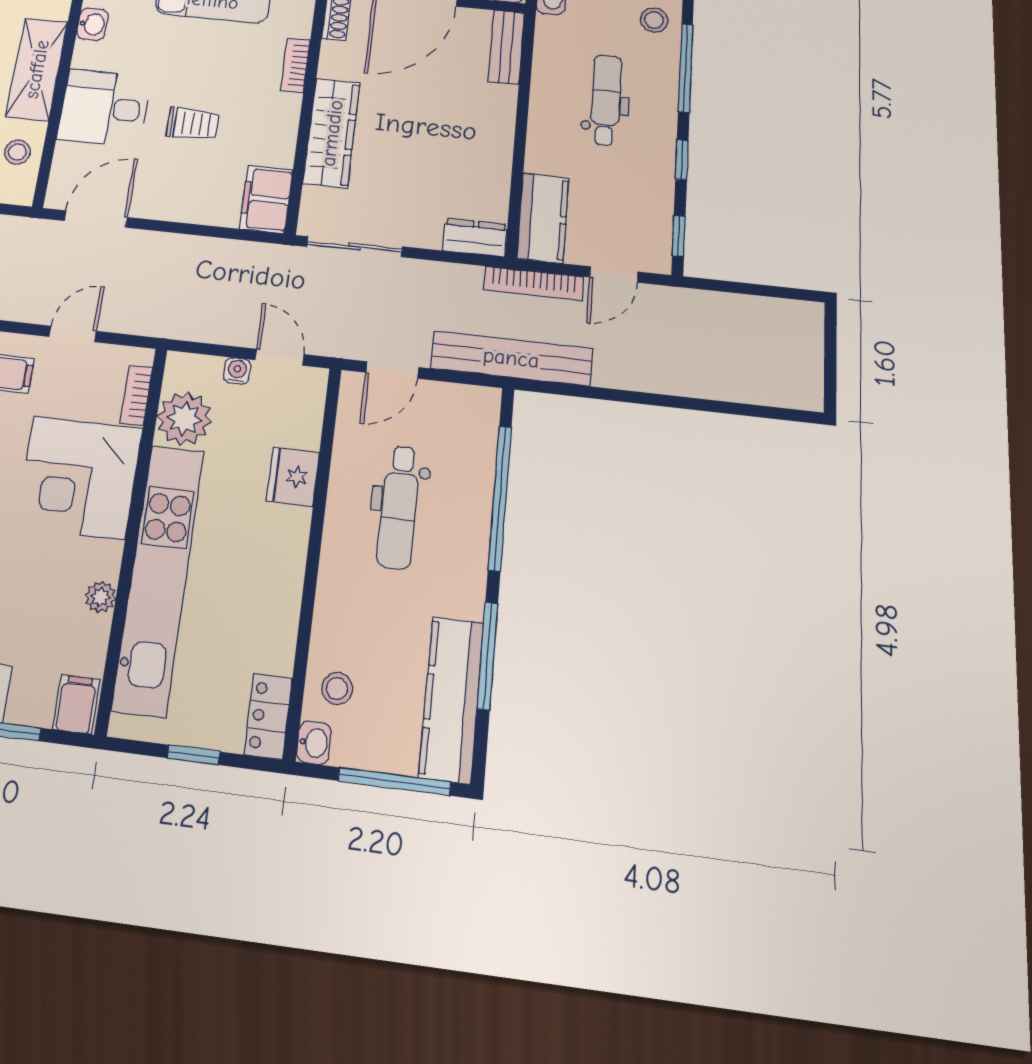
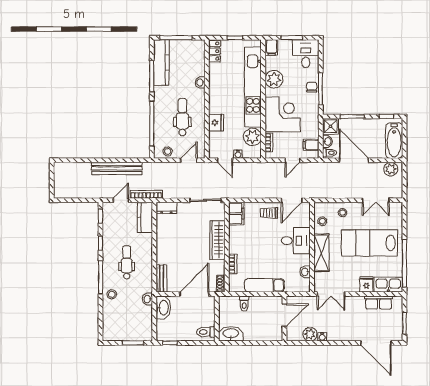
dental chair: (606, 100) -> (127, 262), turned 180
trolley: (193, 124) -> (269, 213), moved
bench: (511, 358) -> (117, 168), moved
plant: (100, 597) -> (274, 79), width x1.88, depth x1.88
stool: (337, 688) -> (168, 151), moved
washbasin: (314, 743) -> (200, 82), moved

